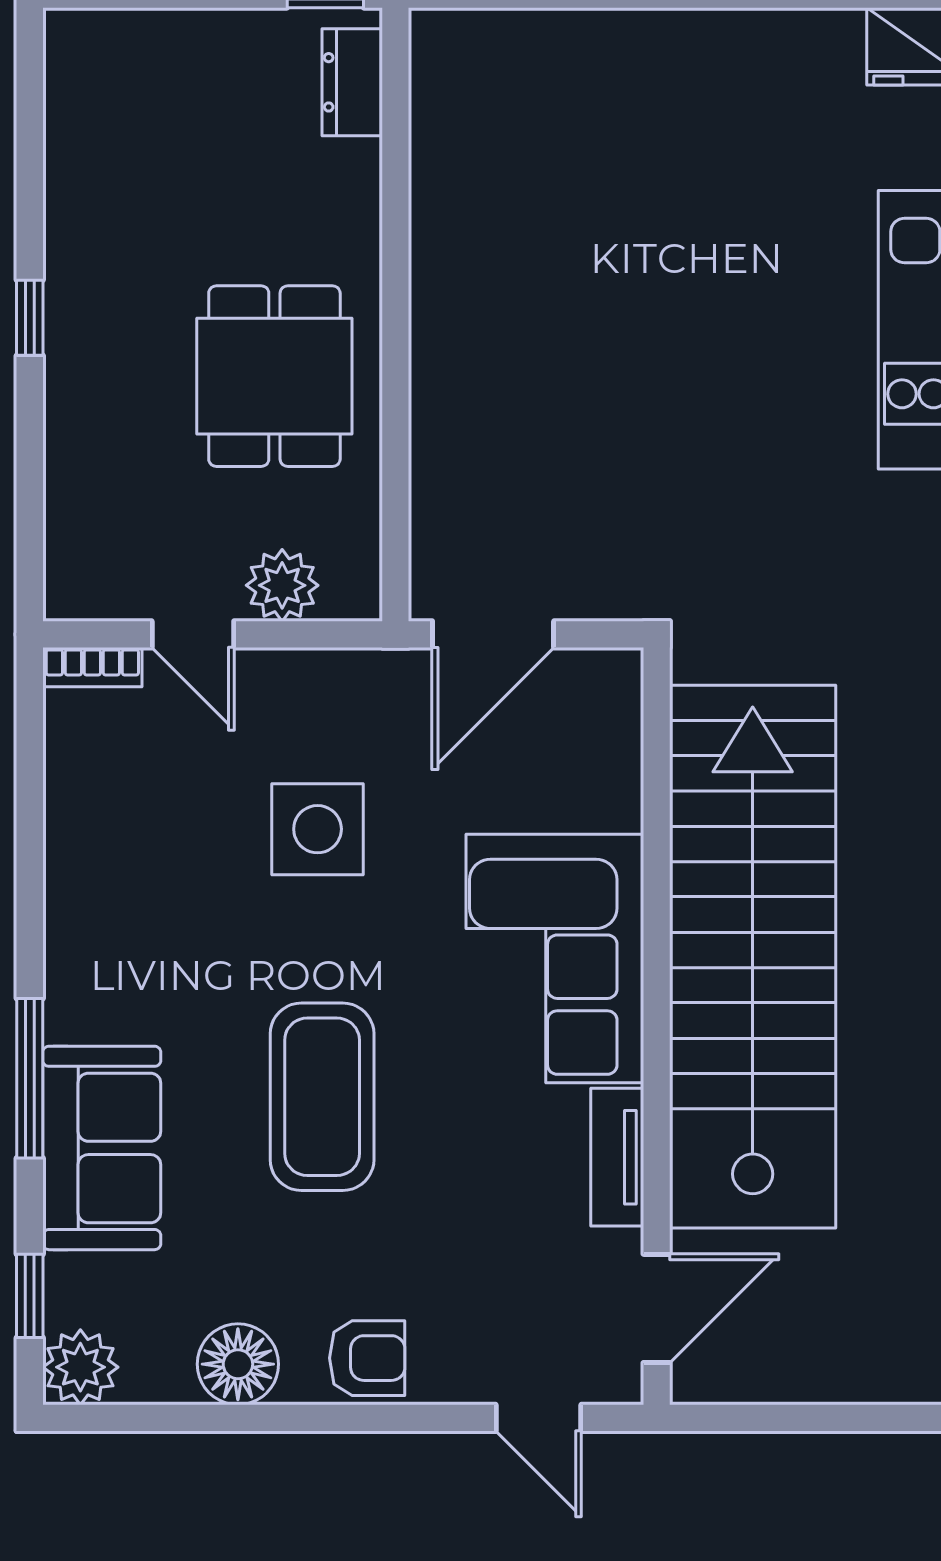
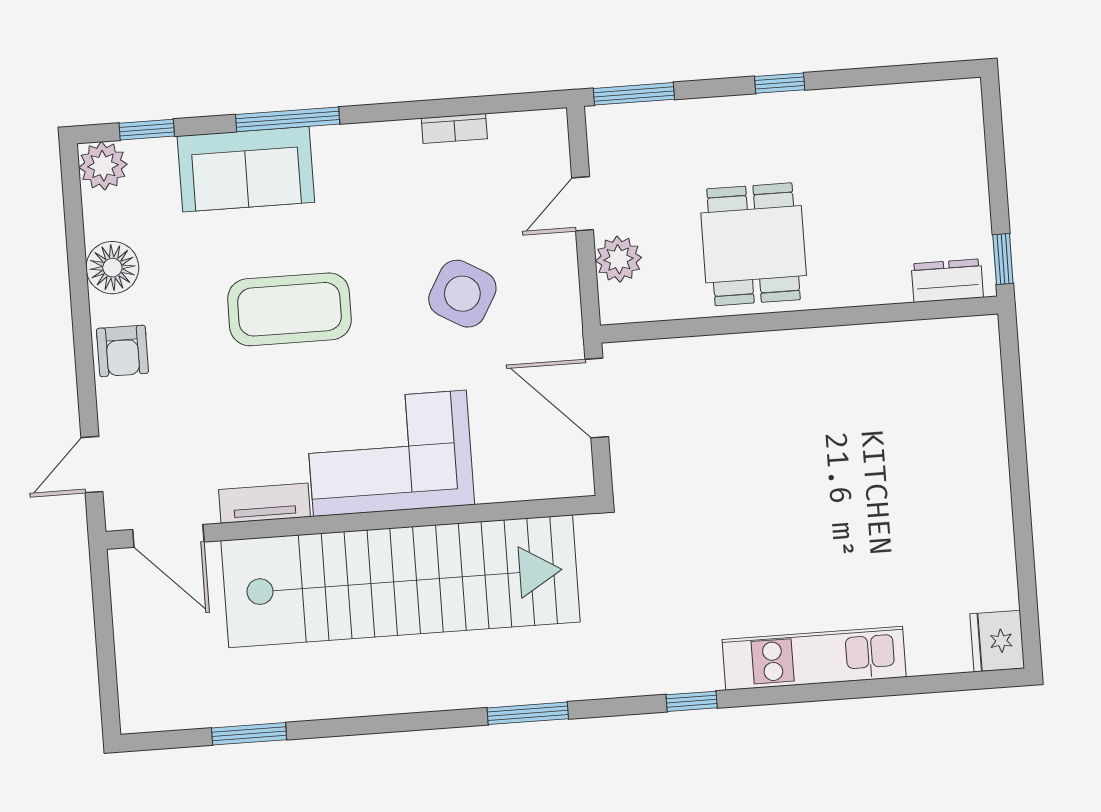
dining table: (274, 376) -> (754, 244), turned 90
window: (30, 543) -> (634, 94), added
bookcase: (92, 667) -> (454, 128), moved, turned -90
side table: (318, 829) -> (462, 294), turned 30

